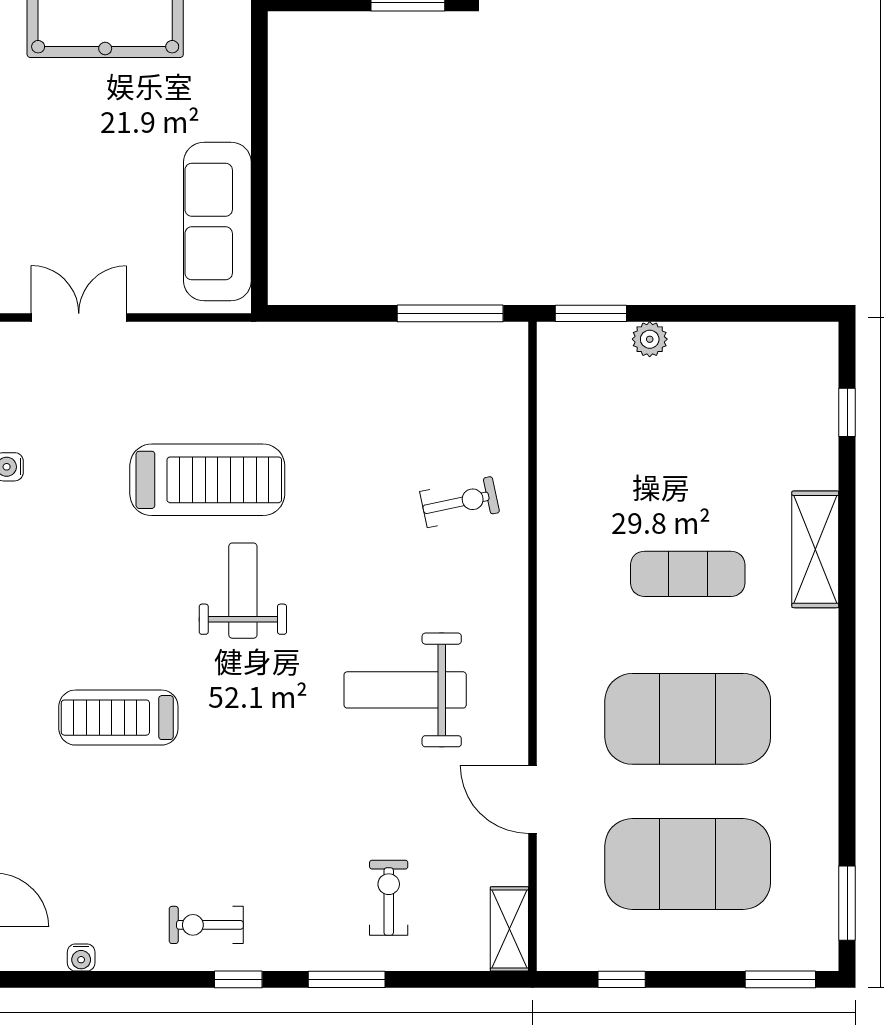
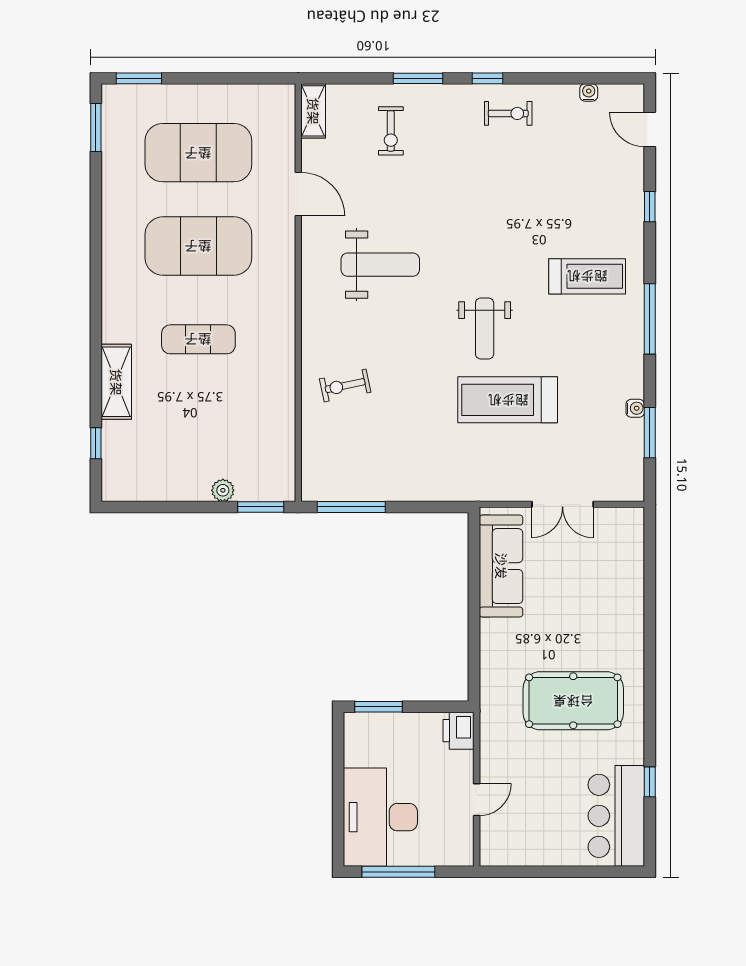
double door: (79, 317) -> (563, 504), moved
shelving: (815, 549) -> (116, 382), moved
treadmill: (118, 718) -> (587, 276), moved
window: (622, 979) -> (241, 78), removed

